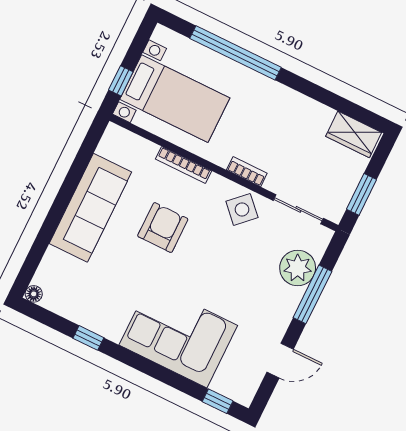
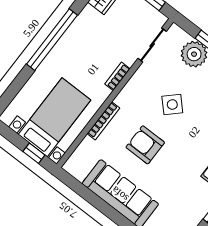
window: (235, 53) -> (52, 40), moved
side table: (242, 209) -> (172, 104), moved

